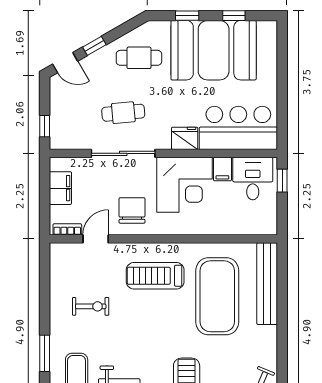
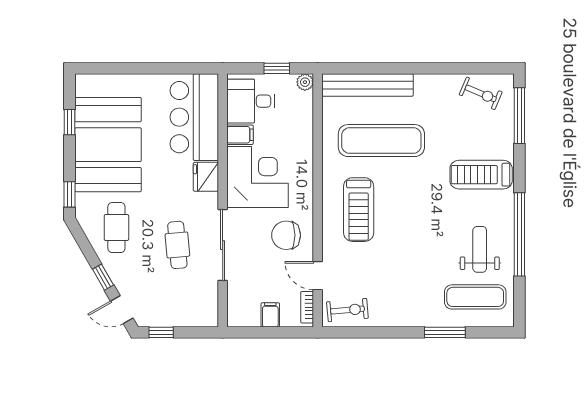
window: (187, 16) -> (70, 194), moved
door: (65, 63) -> (122, 310), swing flipped
window: (45, 126) -> (161, 332), moved
window: (282, 181) -> (277, 68), moved
filing cabinet: (60, 188) -> (270, 315), width x0.50
plant: (270, 227) -> (305, 82), added
exercise mat: (217, 296) -> (381, 141), width x0.68
exercise bike: (91, 306) -> (347, 310), moved, turned 85

